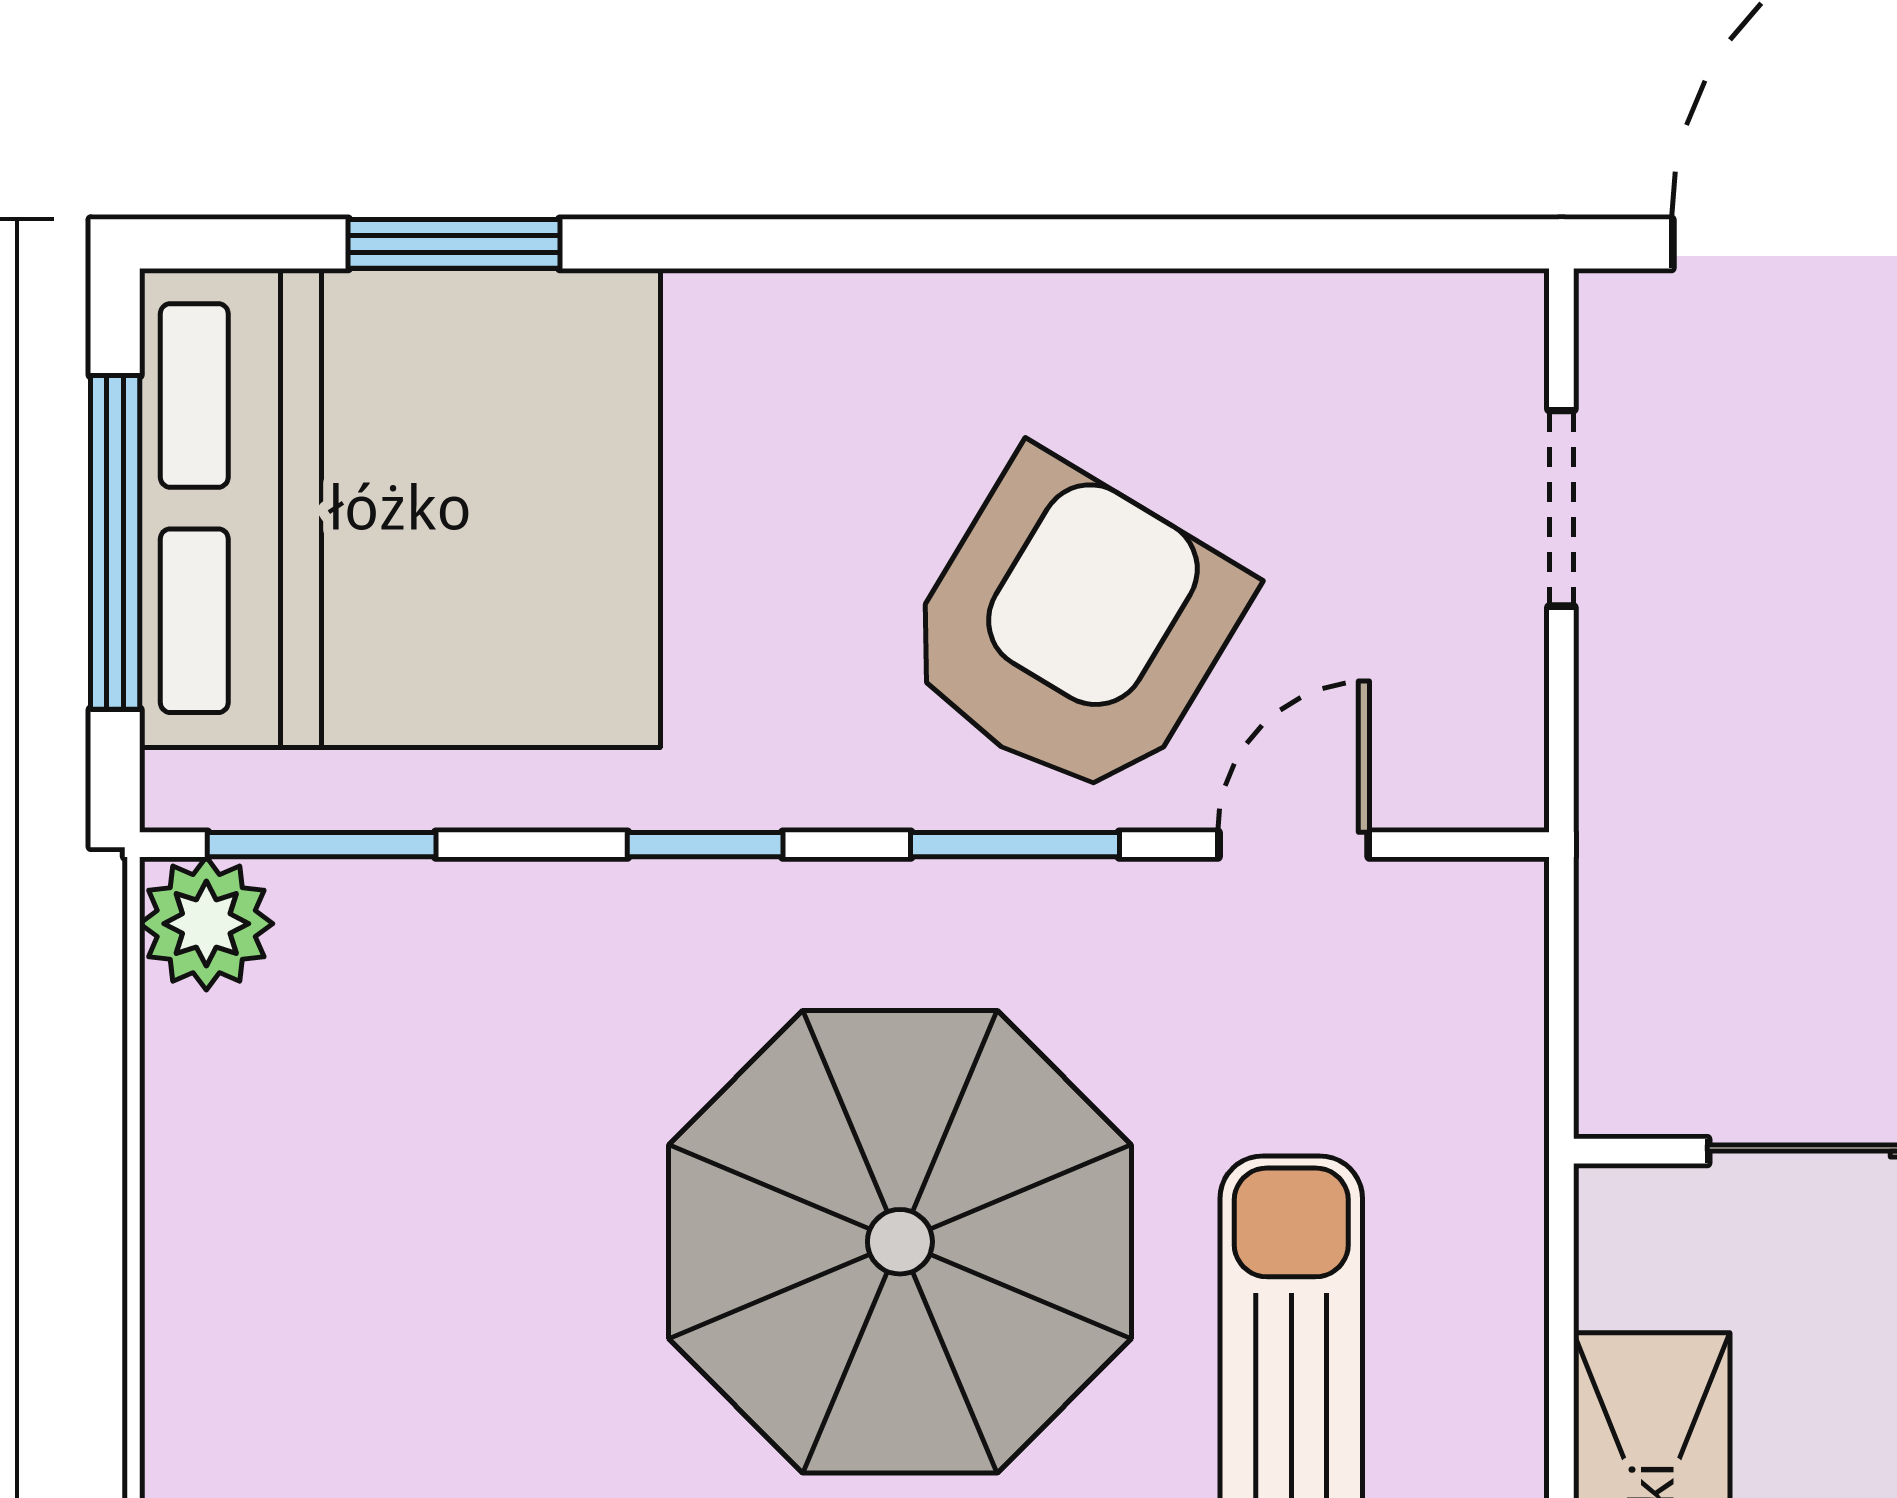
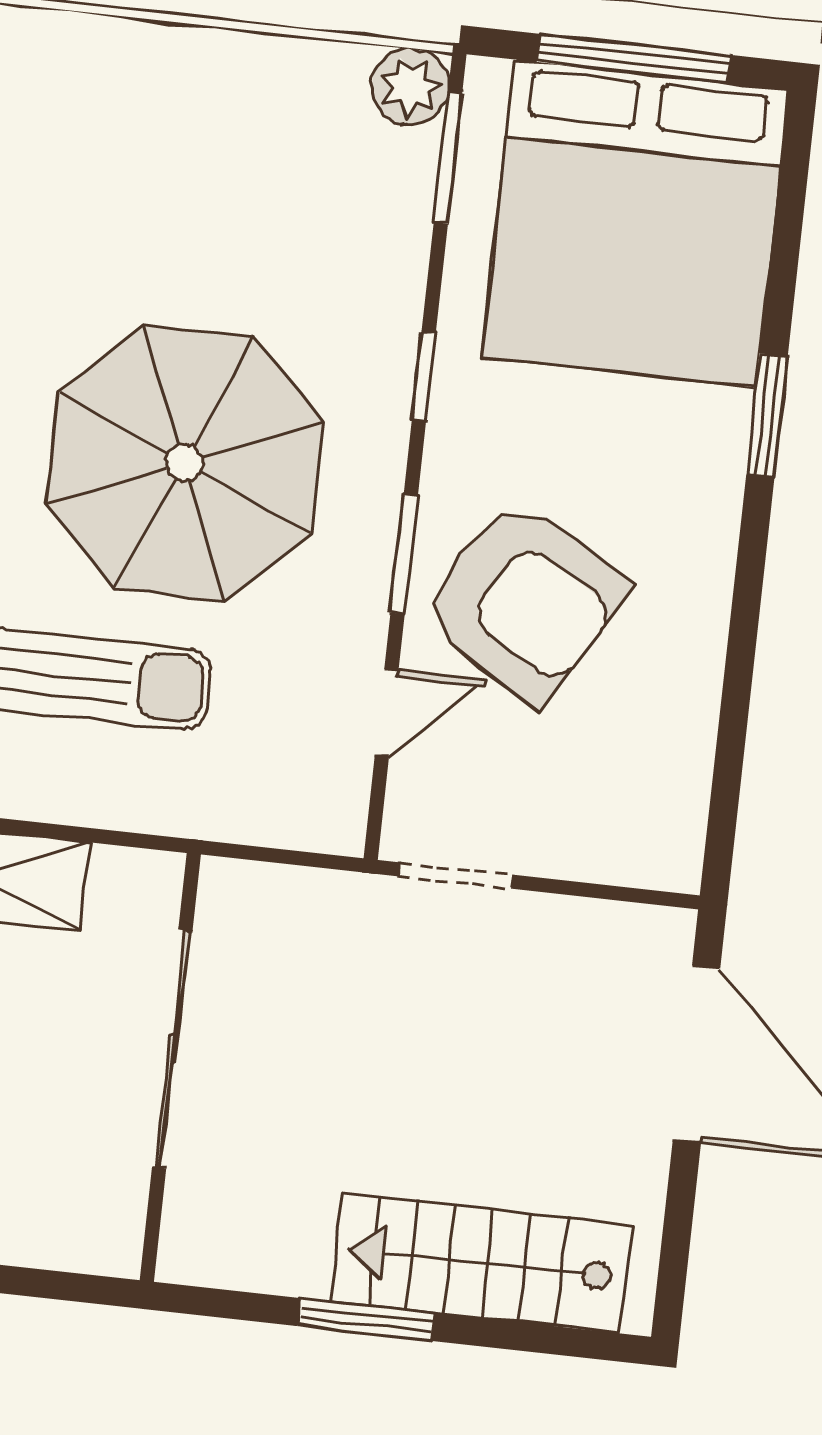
window: (454, 244) -> (767, 415), moved
doorway: (1561, 508) -> (455, 876), moved
door: (1294, 845) -> (387, 713), hinge flipped

